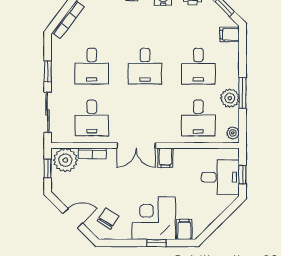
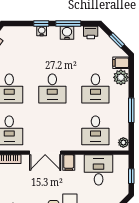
plant: (230, 98) -> (121, 77), moved
desk: (220, 177) -> (99, 170), moved, turned -90

